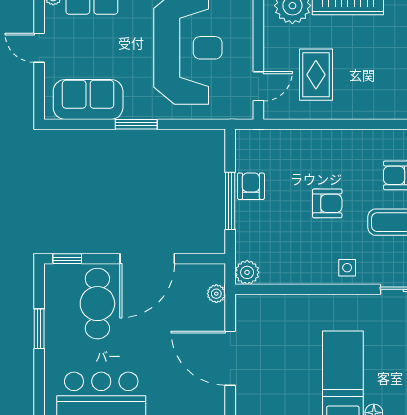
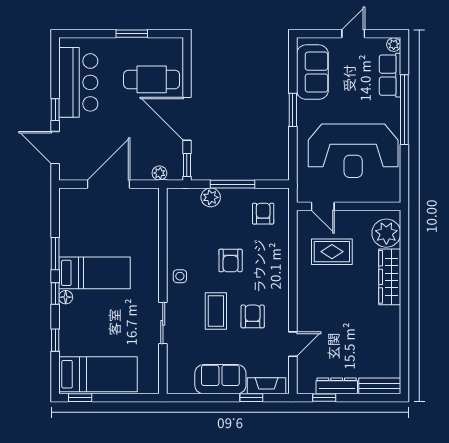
armchair: (251, 186) -> (263, 214), moved, turned -90
window: (67, 259) -> (187, 165), moved
plant: (247, 272) -> (211, 197), moved

